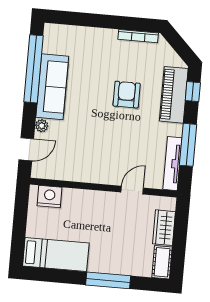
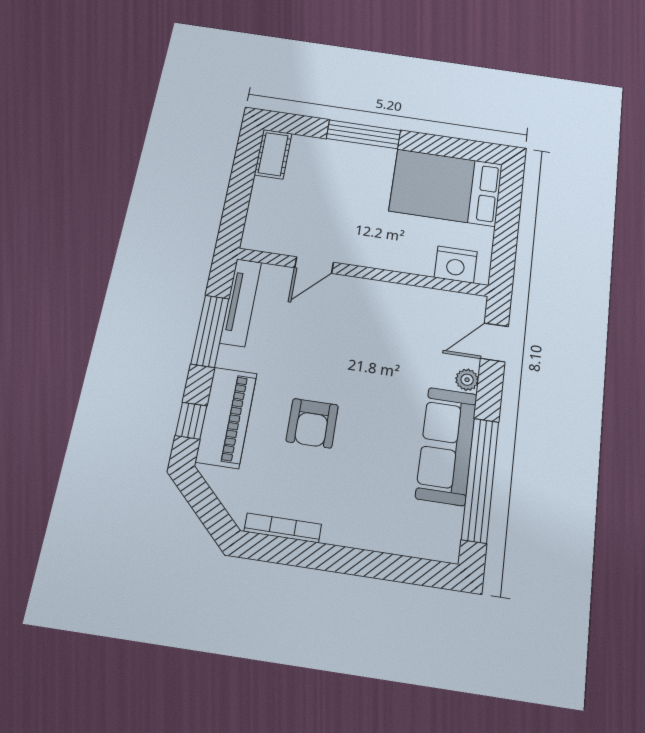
wardrobe: (164, 228) -> (265, 204), removed
bed: (56, 255) -> (446, 187), width x1.50

